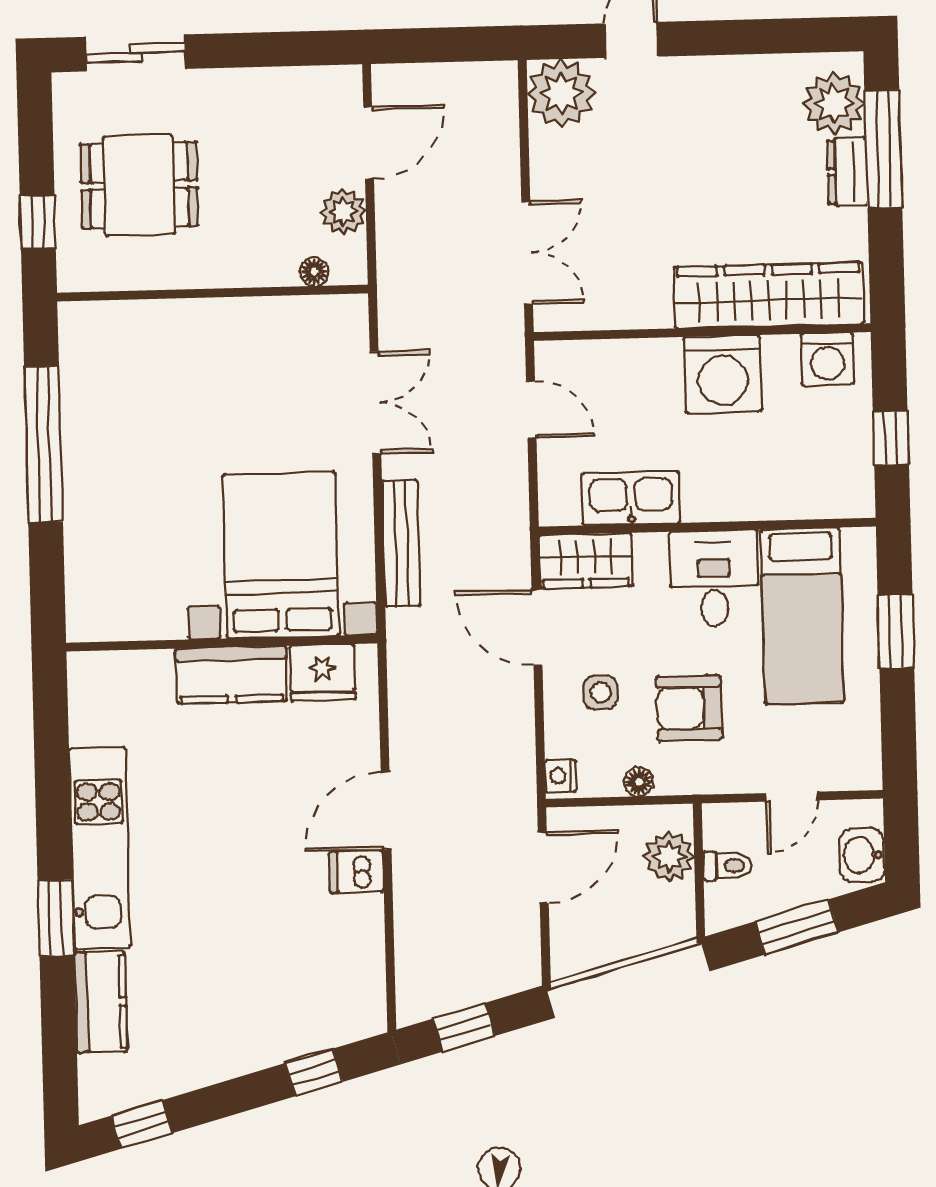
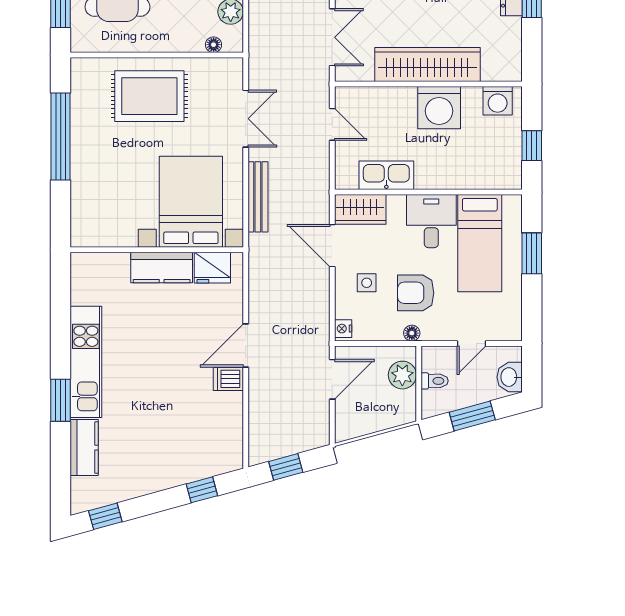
wardrobe: (769, 295) -> (427, 64), moved
rug: (201, 367) -> (149, 96), added
floor lamp: (639, 782) -> (412, 333), moved

